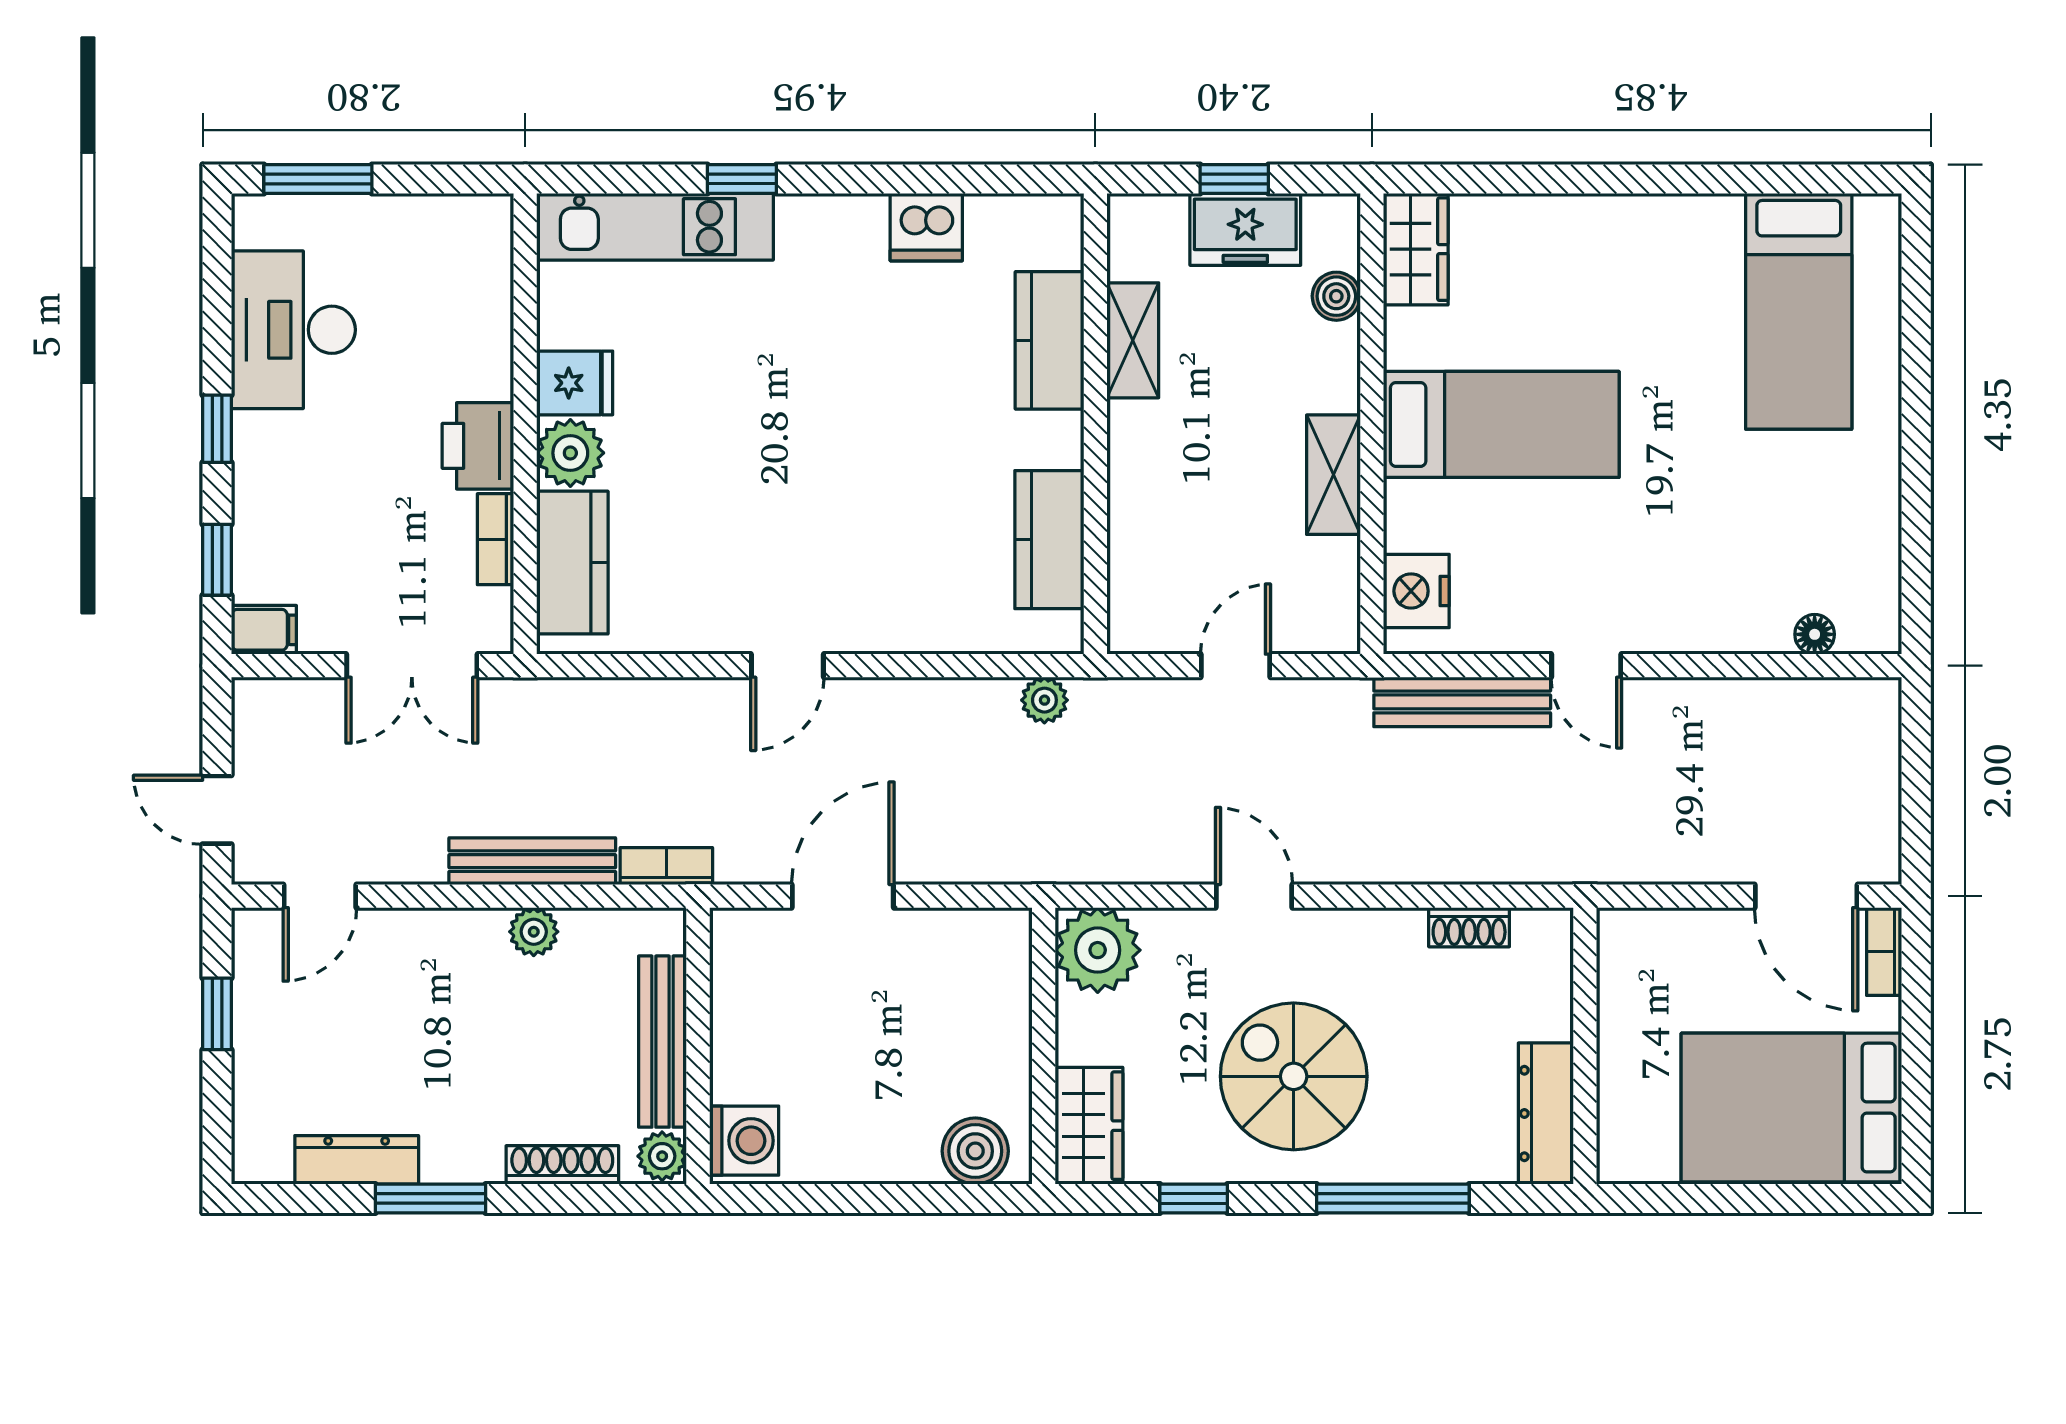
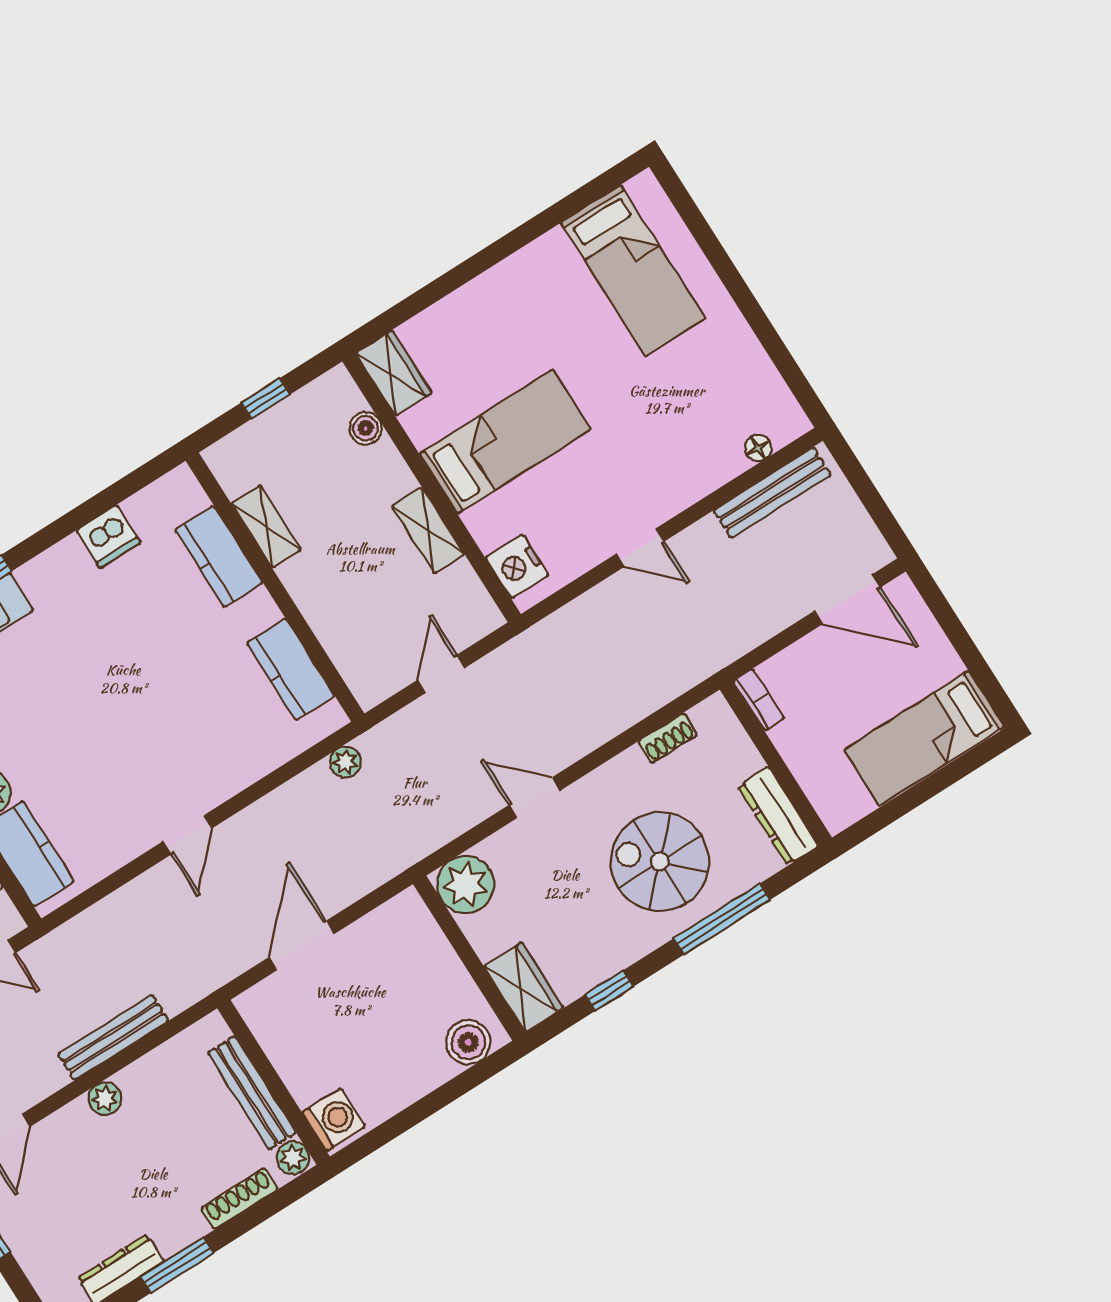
freezer: (1245, 229) -> (290, 423), removed
bench: (1462, 702) -> (772, 493), moved
bookcase: (666, 866) -> (191, 992), removed
plant: (534, 932) -> (105, 1099), moved
bookcase: (1884, 952) -> (759, 700), moved, turned 180
spiral stairs: (1294, 1076) -> (660, 862), moved
bed: (1791, 1108) -> (924, 738), width x0.67

